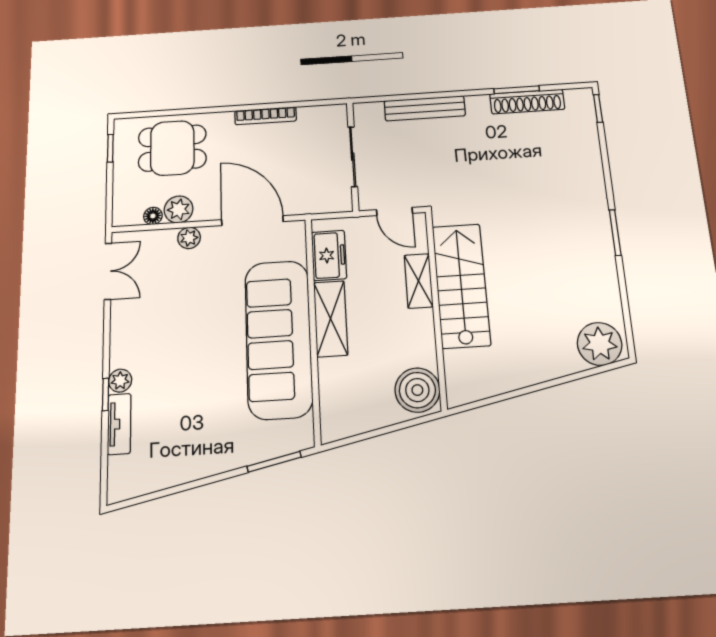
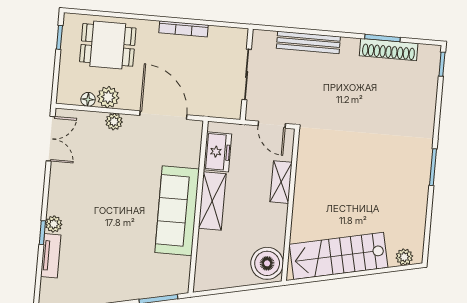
stairs: (461, 285) -> (339, 256), moved, turned -102
sofa: (278, 339) -> (177, 211), width x0.74, depth x0.79
plant: (600, 344) -> (404, 257), width x0.53, depth x0.53

